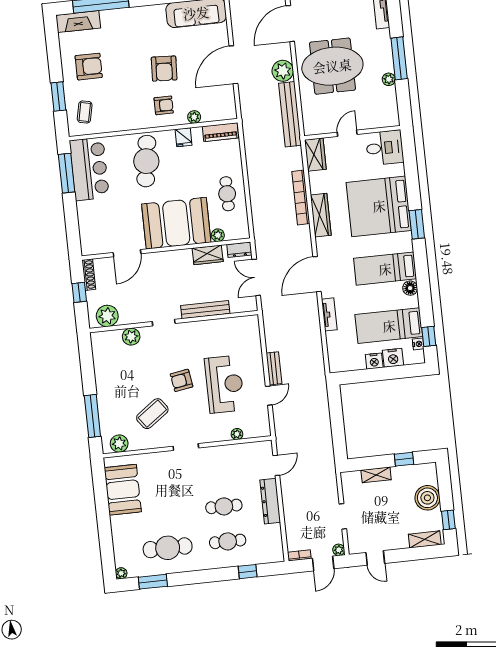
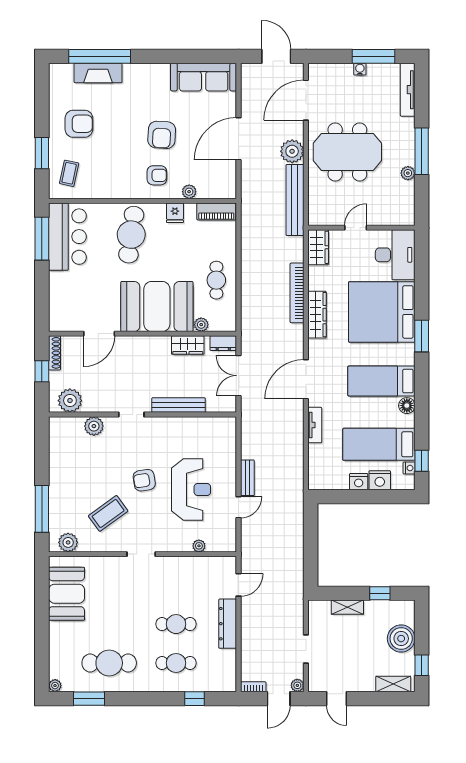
fireplace: (78, 22) -> (98, 73), moved
desk: (385, 148) -> (395, 255), width x1.37

